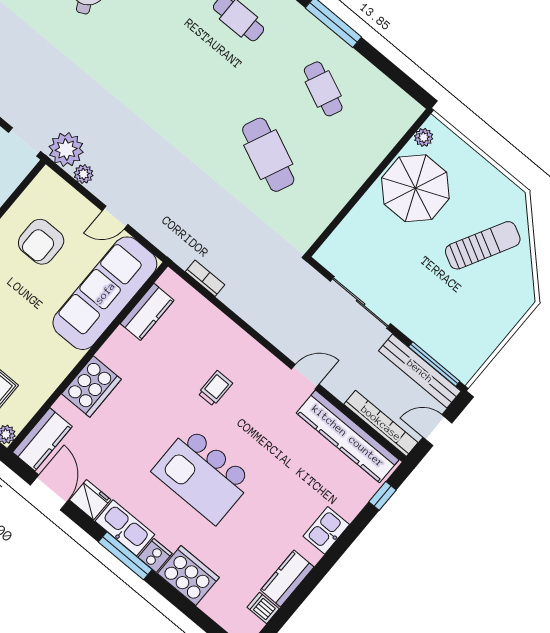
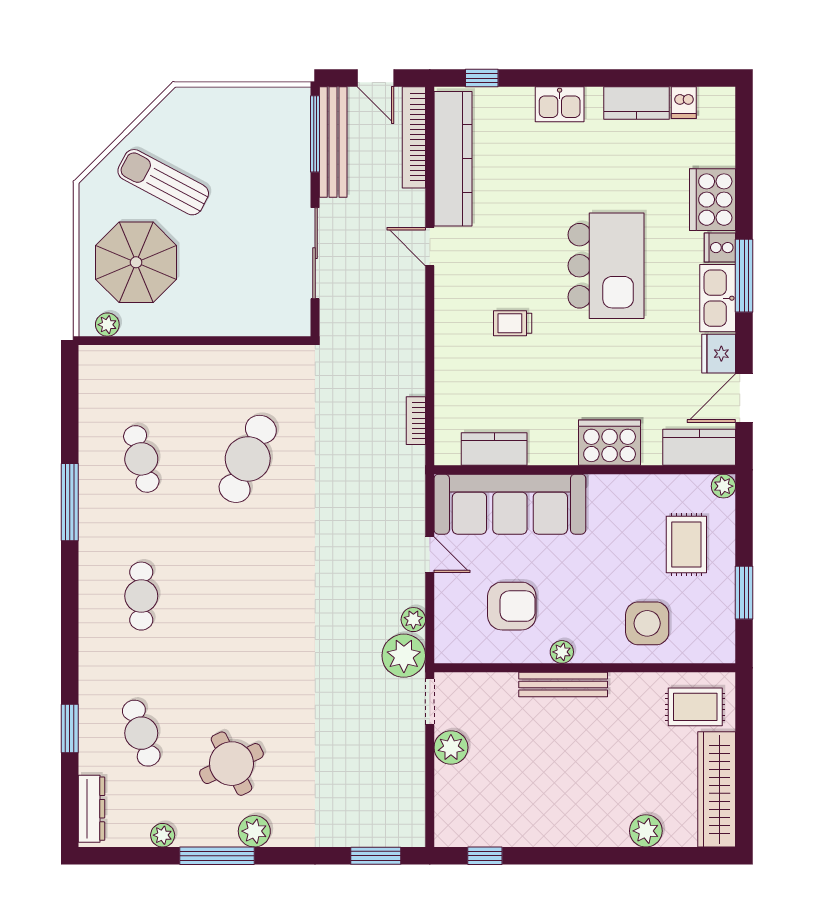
cafe table: (323, 89) -> (141, 459), turned -39
parasol: (415, 188) -> (136, 262), moved

